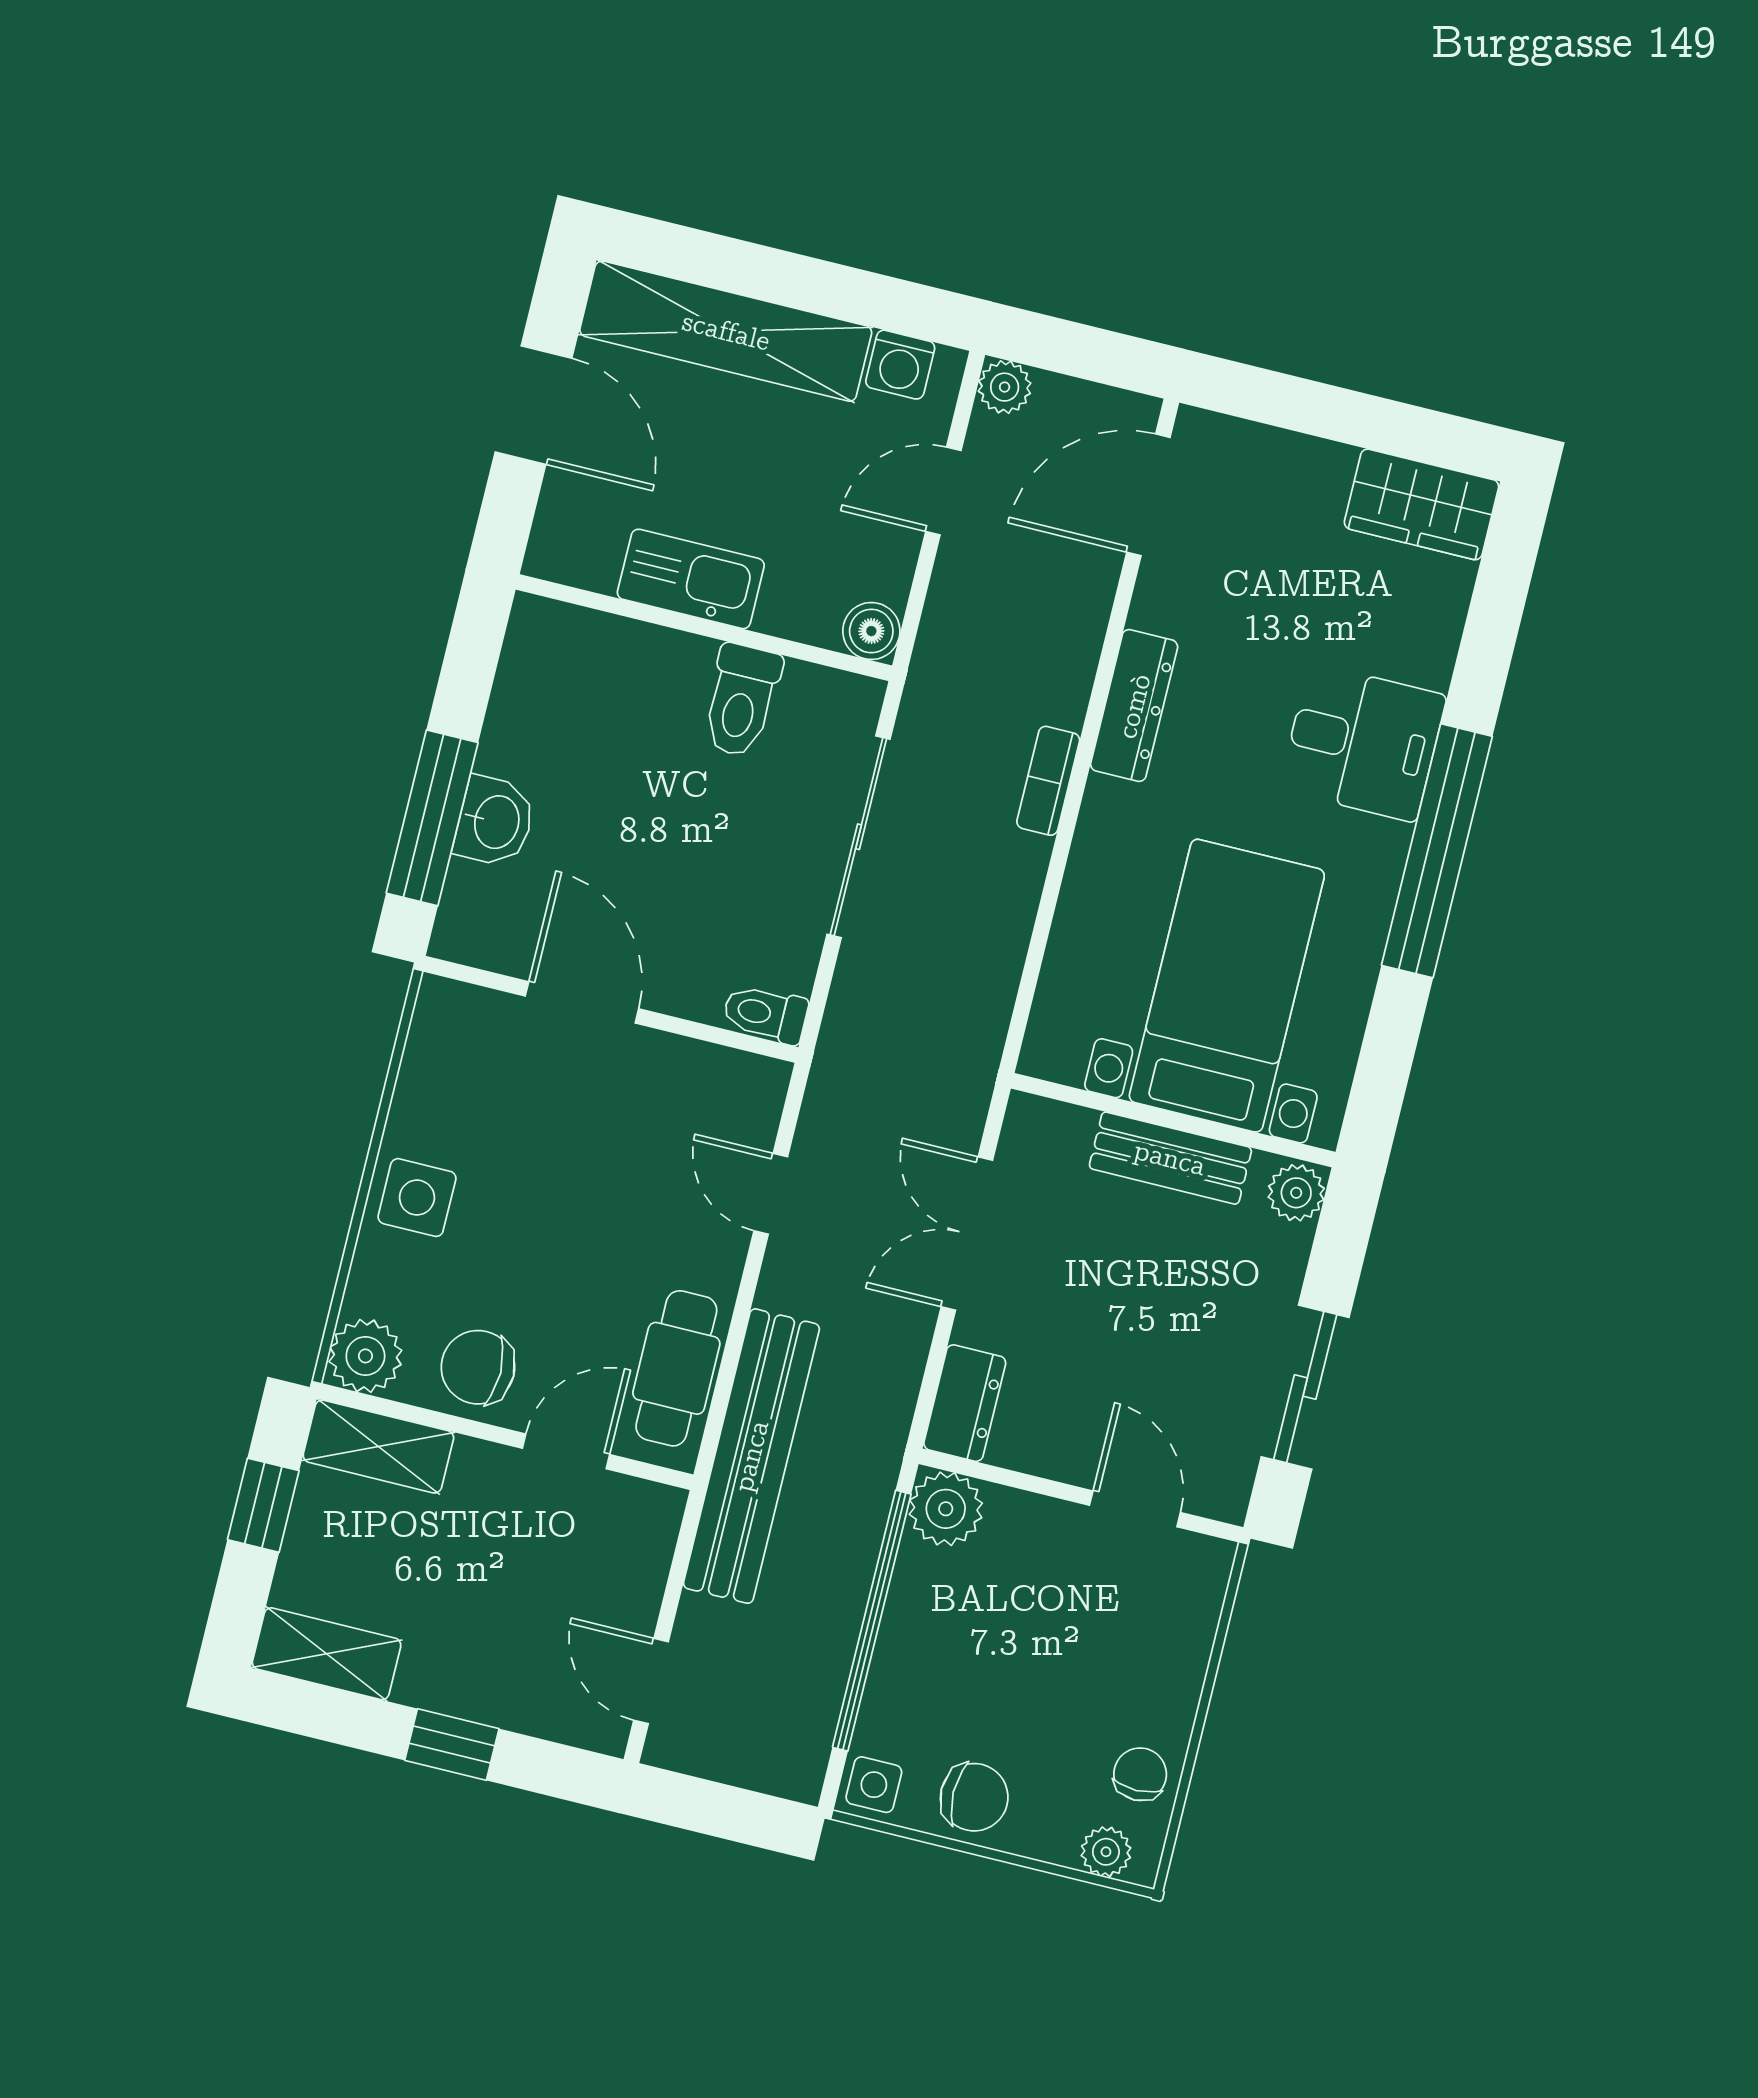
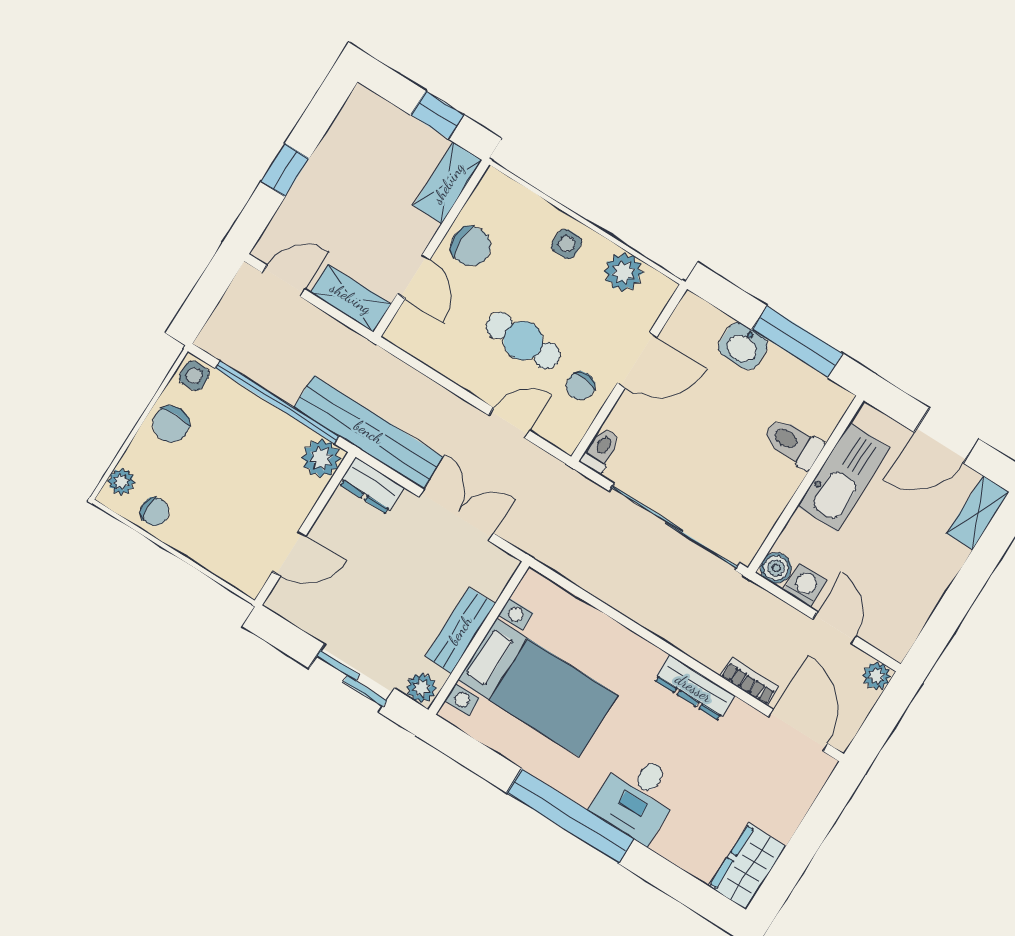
shelving: (726, 331) -> (978, 513), width x0.45, depth x0.75
washing machine: (900, 365) -> (805, 585), moved, turned 90
kitchen sink: (691, 579) -> (843, 477), width x1.36, depth x1.24
toilet: (741, 700) -> (793, 443), moved
bookcase: (1048, 781) -> (749, 681), moved
window: (432, 818) -> (797, 342), moved
sliding door: (858, 837) -> (674, 527), width x1.36
chair: (662, 1089) -> (580, 386), added
side table: (417, 1198) -> (567, 244), width x0.73, depth x0.73
plant: (365, 1356) -> (623, 272), moved
chair: (478, 1367) -> (471, 246), turned 90
cafe table: (676, 1368) -> (523, 341), moved
sliding door: (1305, 1387) -> (351, 678), moved
bench: (751, 1456) -> (369, 432), moved
shelving: (327, 1654) -> (351, 298), moved, turned 90

